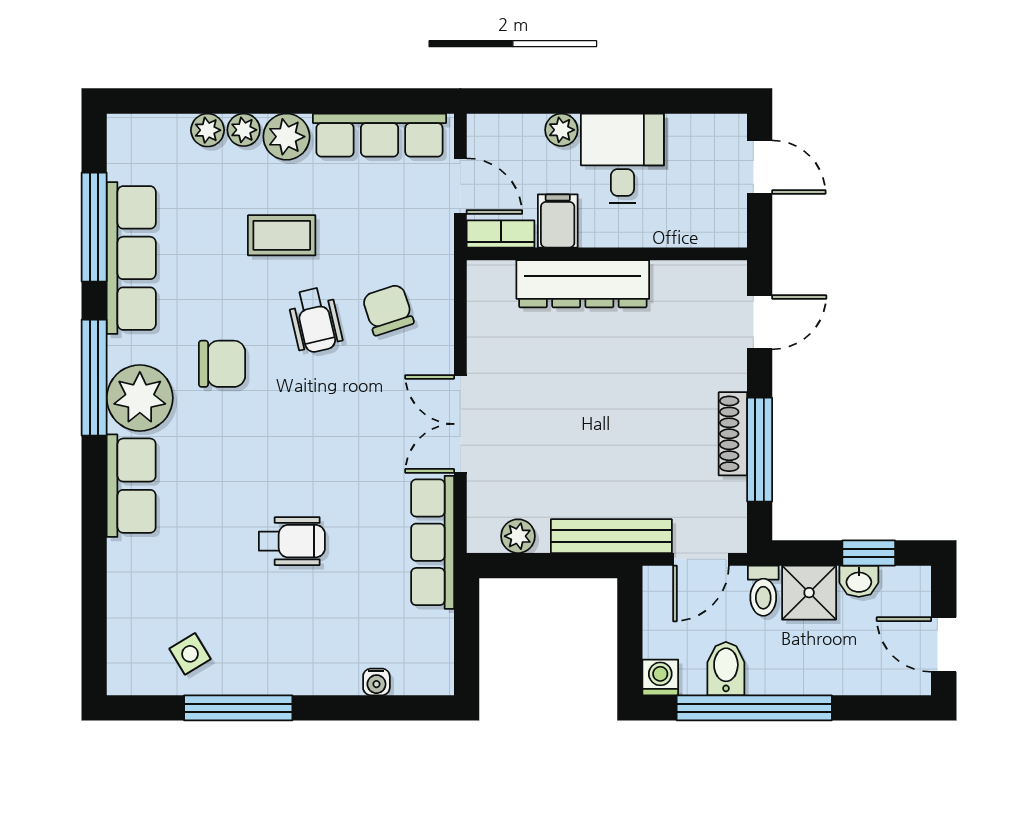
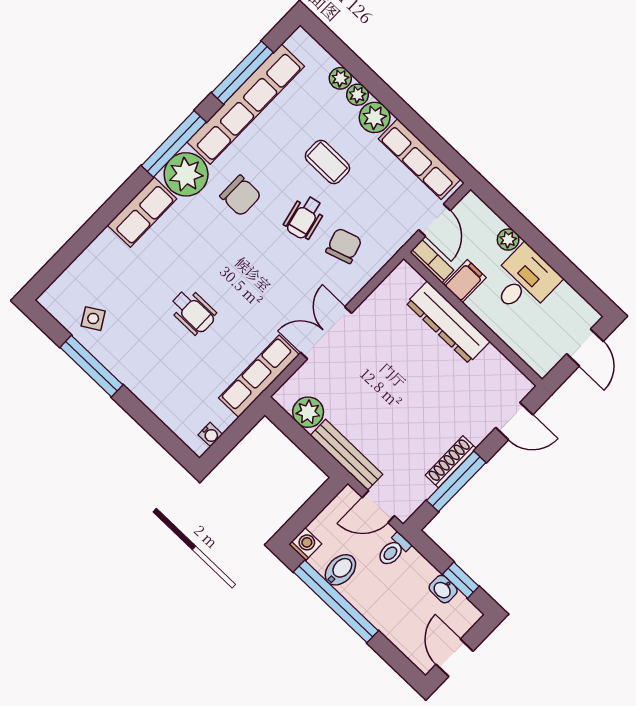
row of seats: (131, 258) -> (246, 104), width x1.36
plant: (518, 536) -> (308, 412), width x1.38, depth x1.38
shower: (809, 593) -> (414, 572), removed
water cooler: (376, 682) -> (210, 435), moved, turned -90

